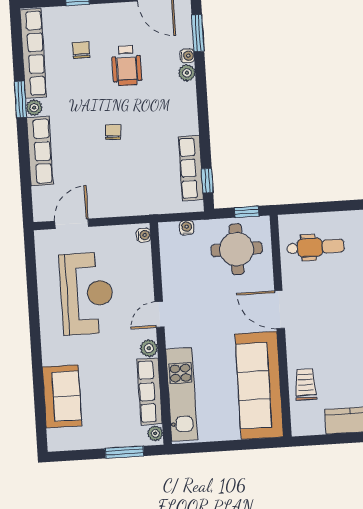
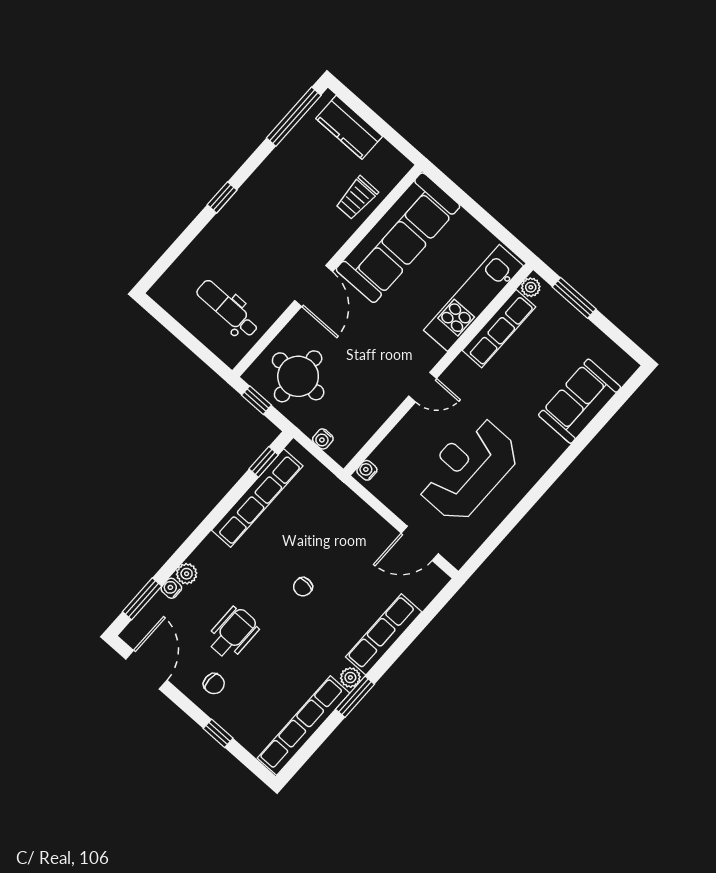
chair: (81, 50) -> (214, 684), moved, turned -90
row of seats: (191, 168) -> (257, 498), width x1.36
plant: (149, 348) -> (462, 367), removed

